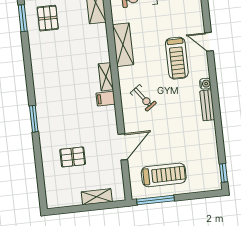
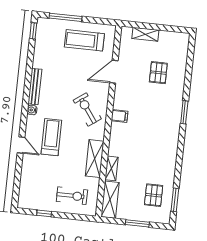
shelving: (106, 77) -> (112, 168), moved
exercise bike: (143, 98) -> (87, 110), width x1.38, depth x1.39
bench: (207, 105) -> (35, 87), width x1.36
pallet: (73, 157) -> (158, 73), turned 90
window: (156, 200) -> (66, 17), moved

